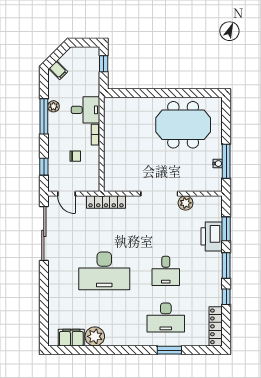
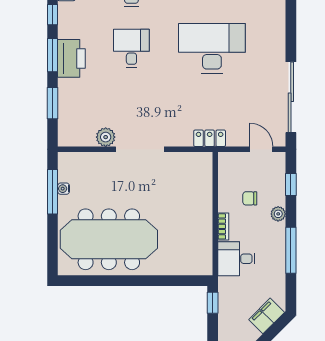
window: (104, 64) -> (213, 303), moved
filing cabinet: (58, 70) -> (267, 316), width x2.00
plant: (53, 106) -> (278, 214), moved
meeting table: (183, 125) -> (109, 239), width x1.36
locker: (106, 202) -> (210, 138), width x0.66
printer: (212, 236) -> (71, 58), moved

